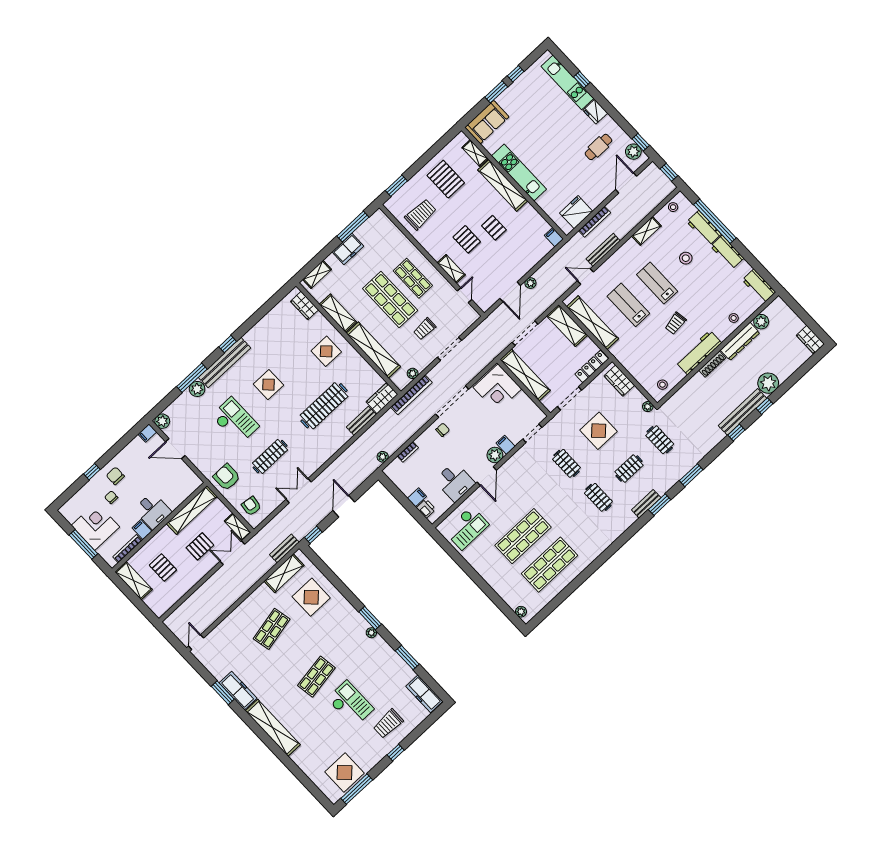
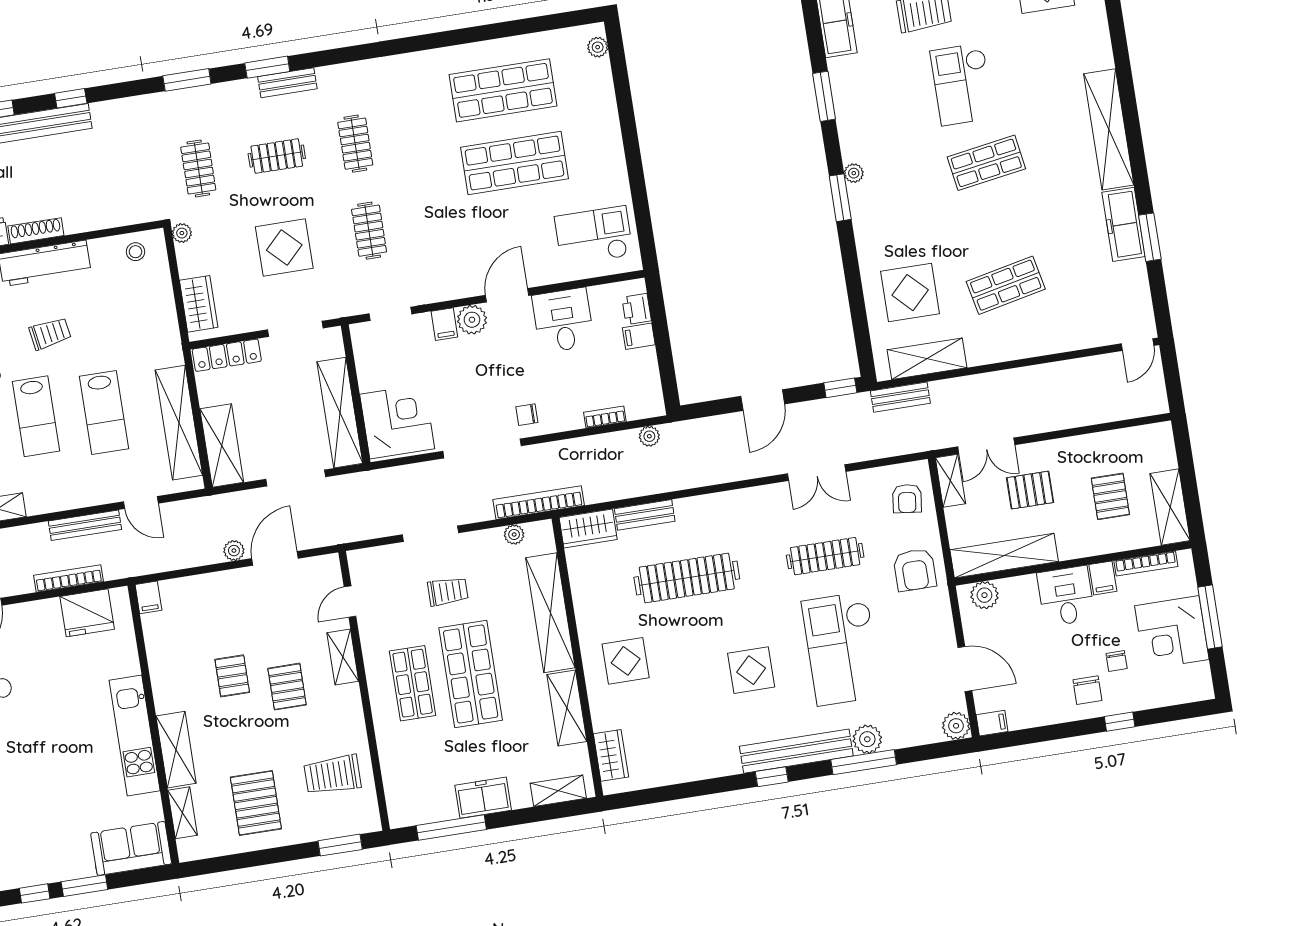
shelving: (503, 185) -> (176, 750), width x0.68
checkout: (235, 421) -> (842, 649), width x1.36, depth x1.21
plant: (189, 487) -> (984, 595), added

